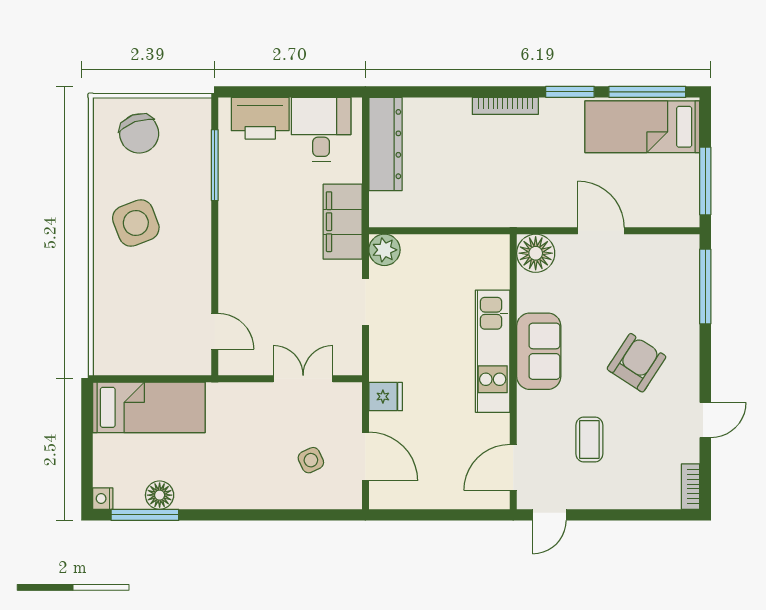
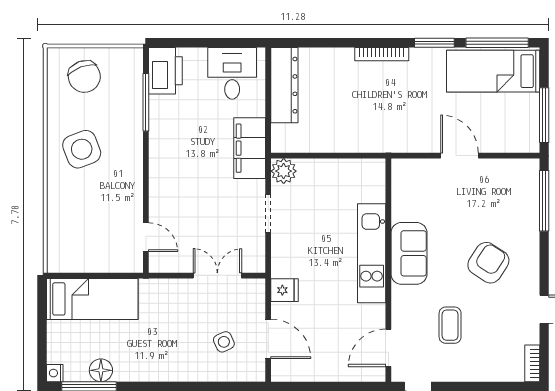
printer: (260, 118) -> (165, 71), moved, turned -90
floor lamp: (536, 253) -> (406, 174), removed

